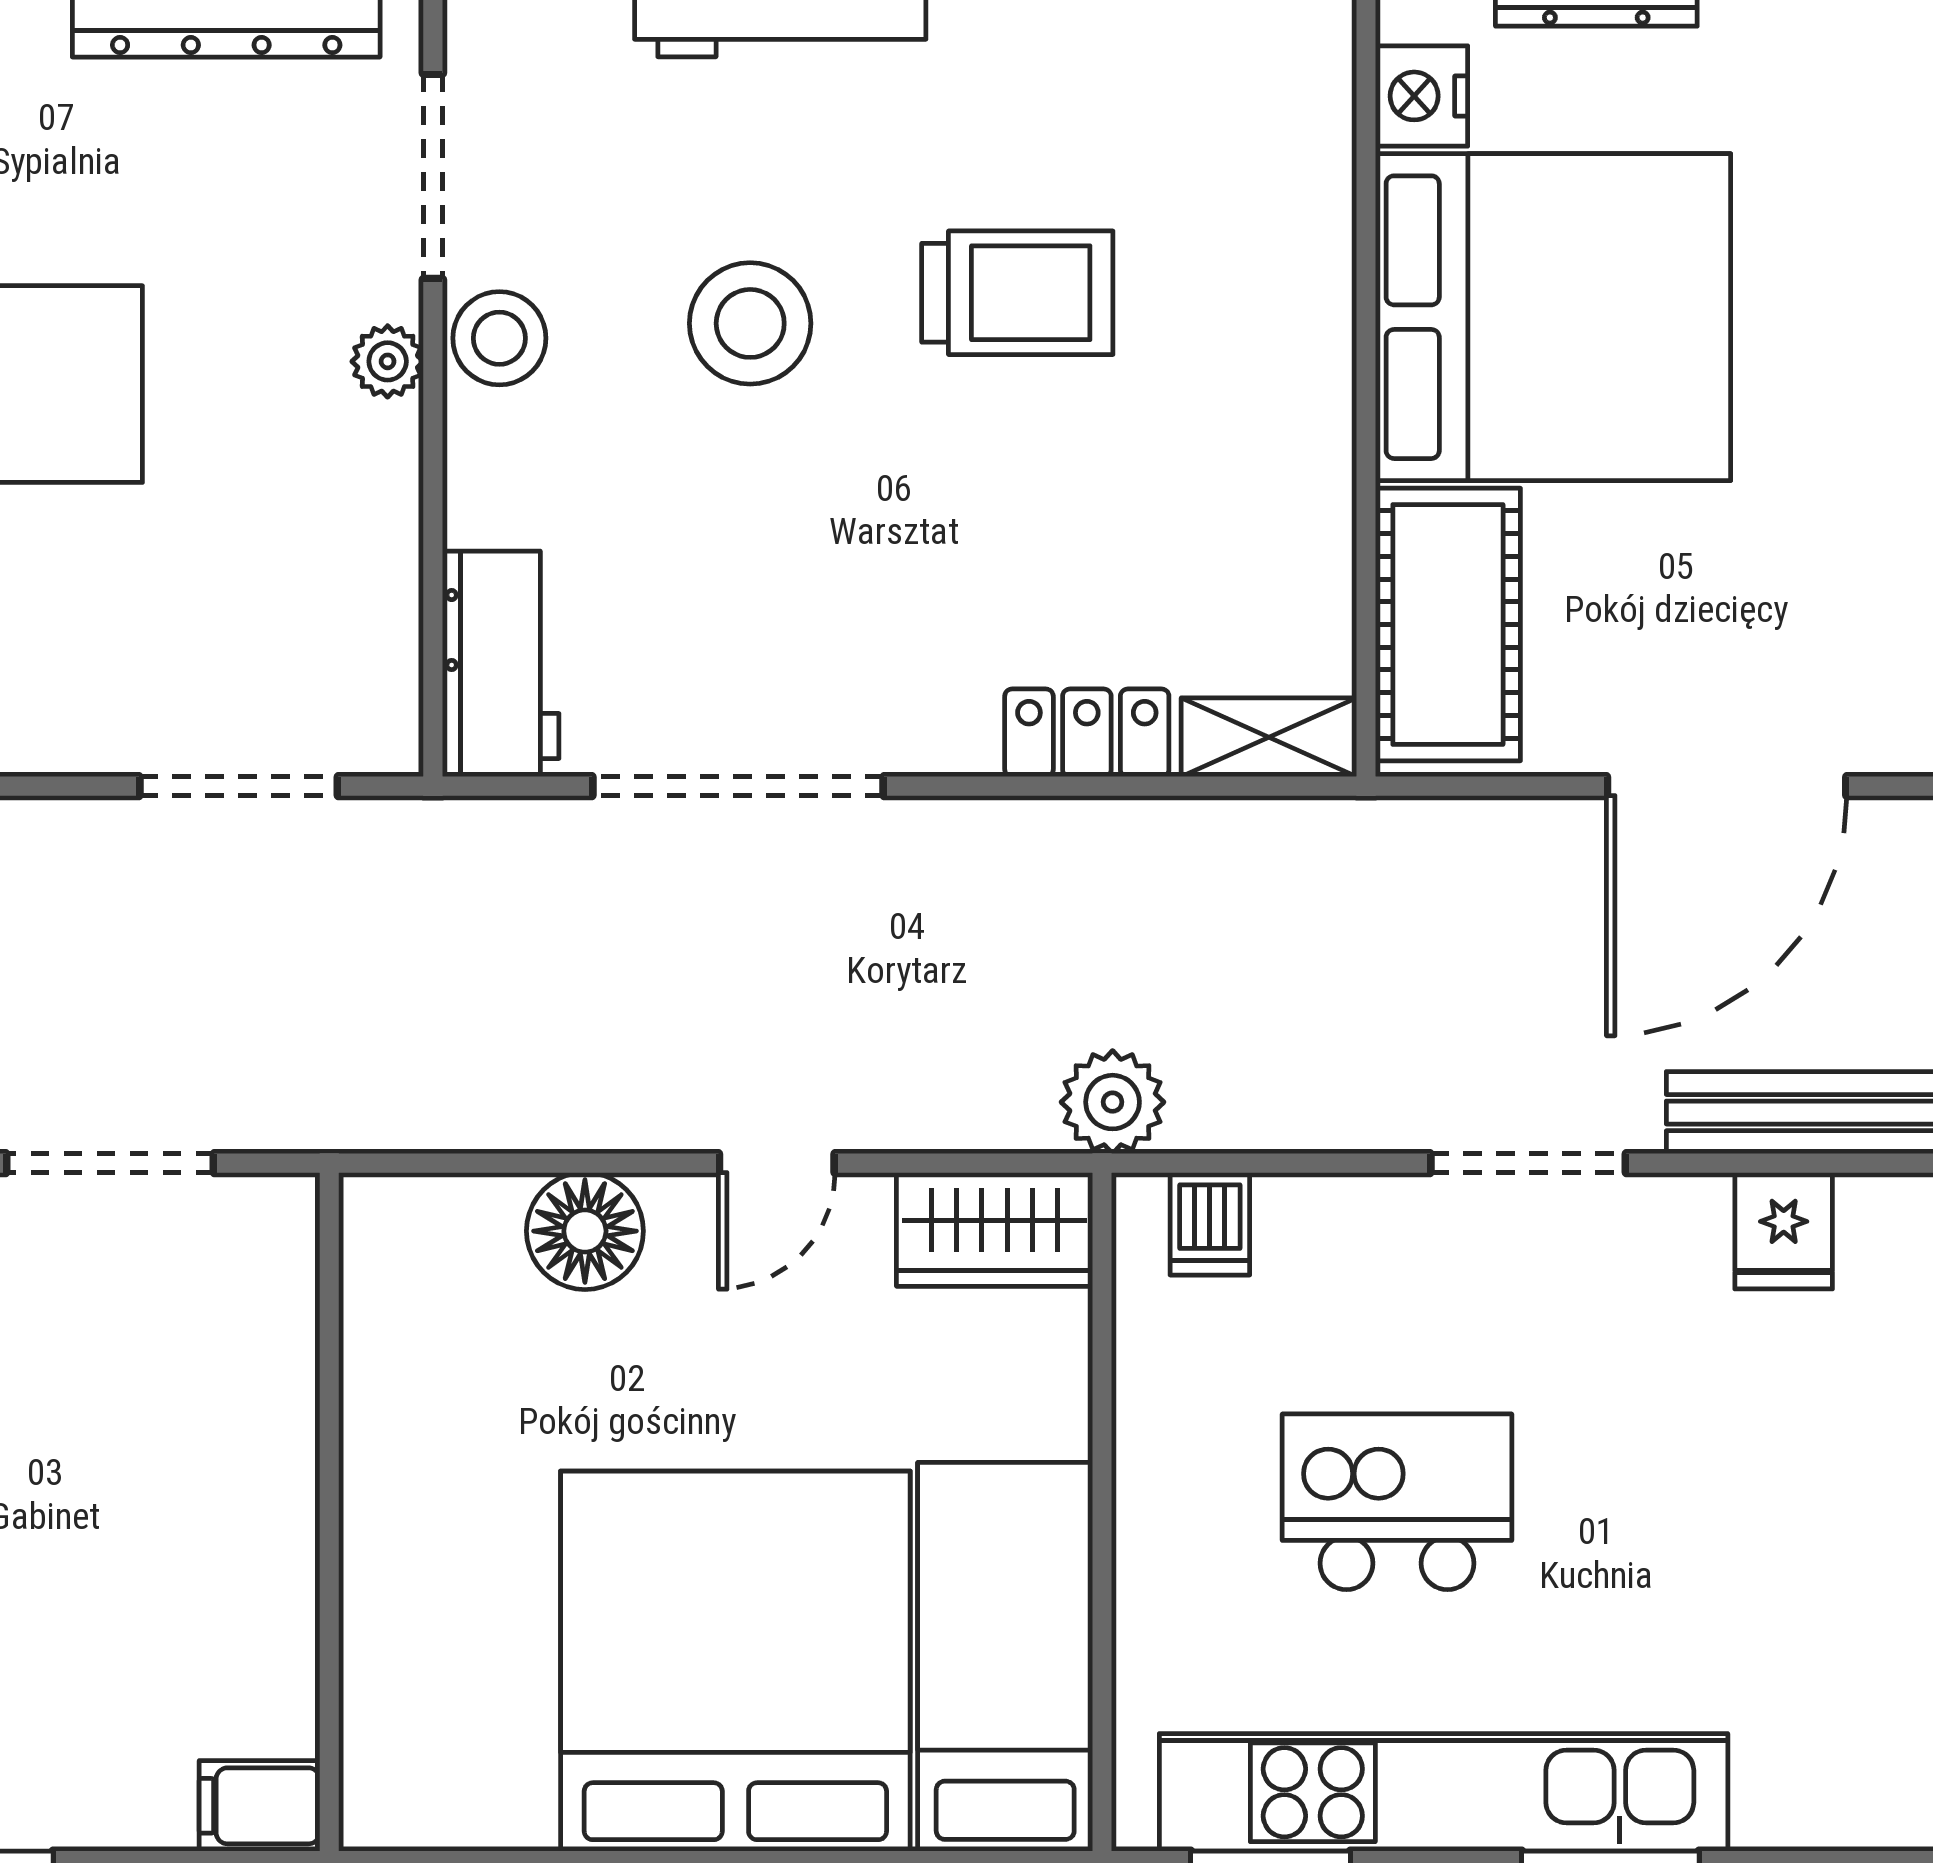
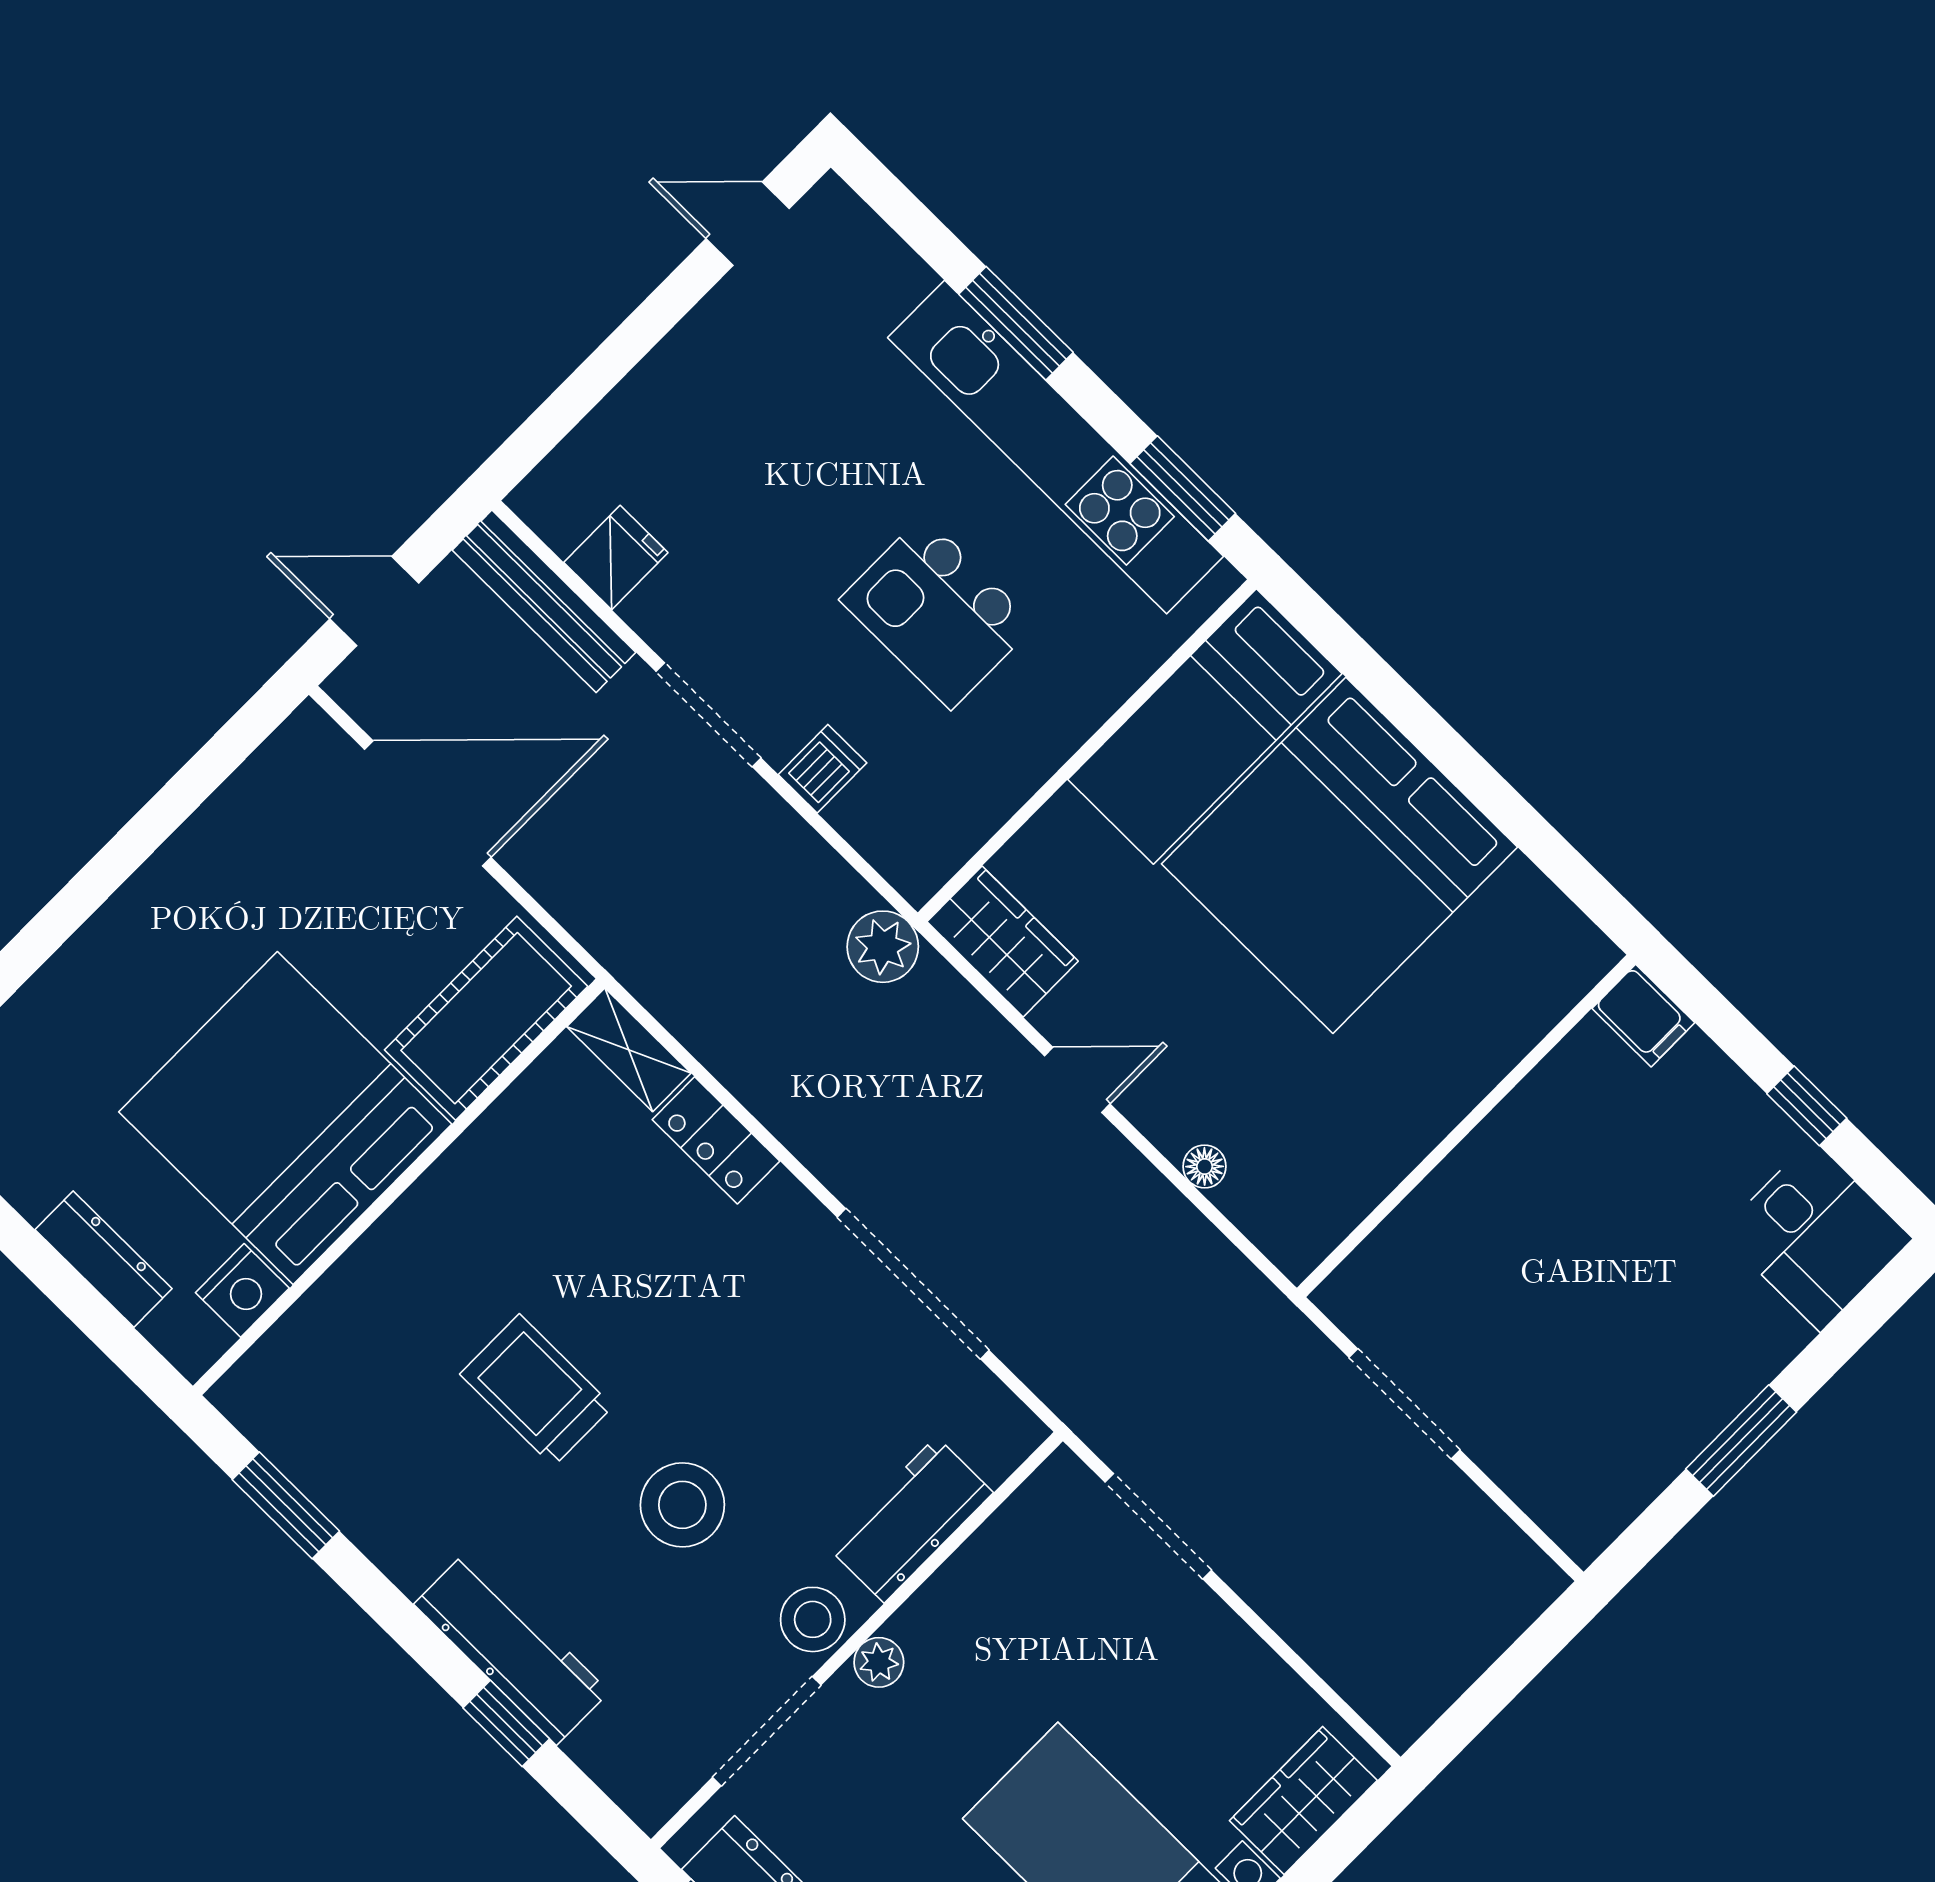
workbench: (501, 664) -> (910, 1520), moved
dishwasher: (1210, 1224) -> (822, 769), moved
floor lamp: (585, 1231) -> (1205, 1166), width x0.53, depth x0.53

